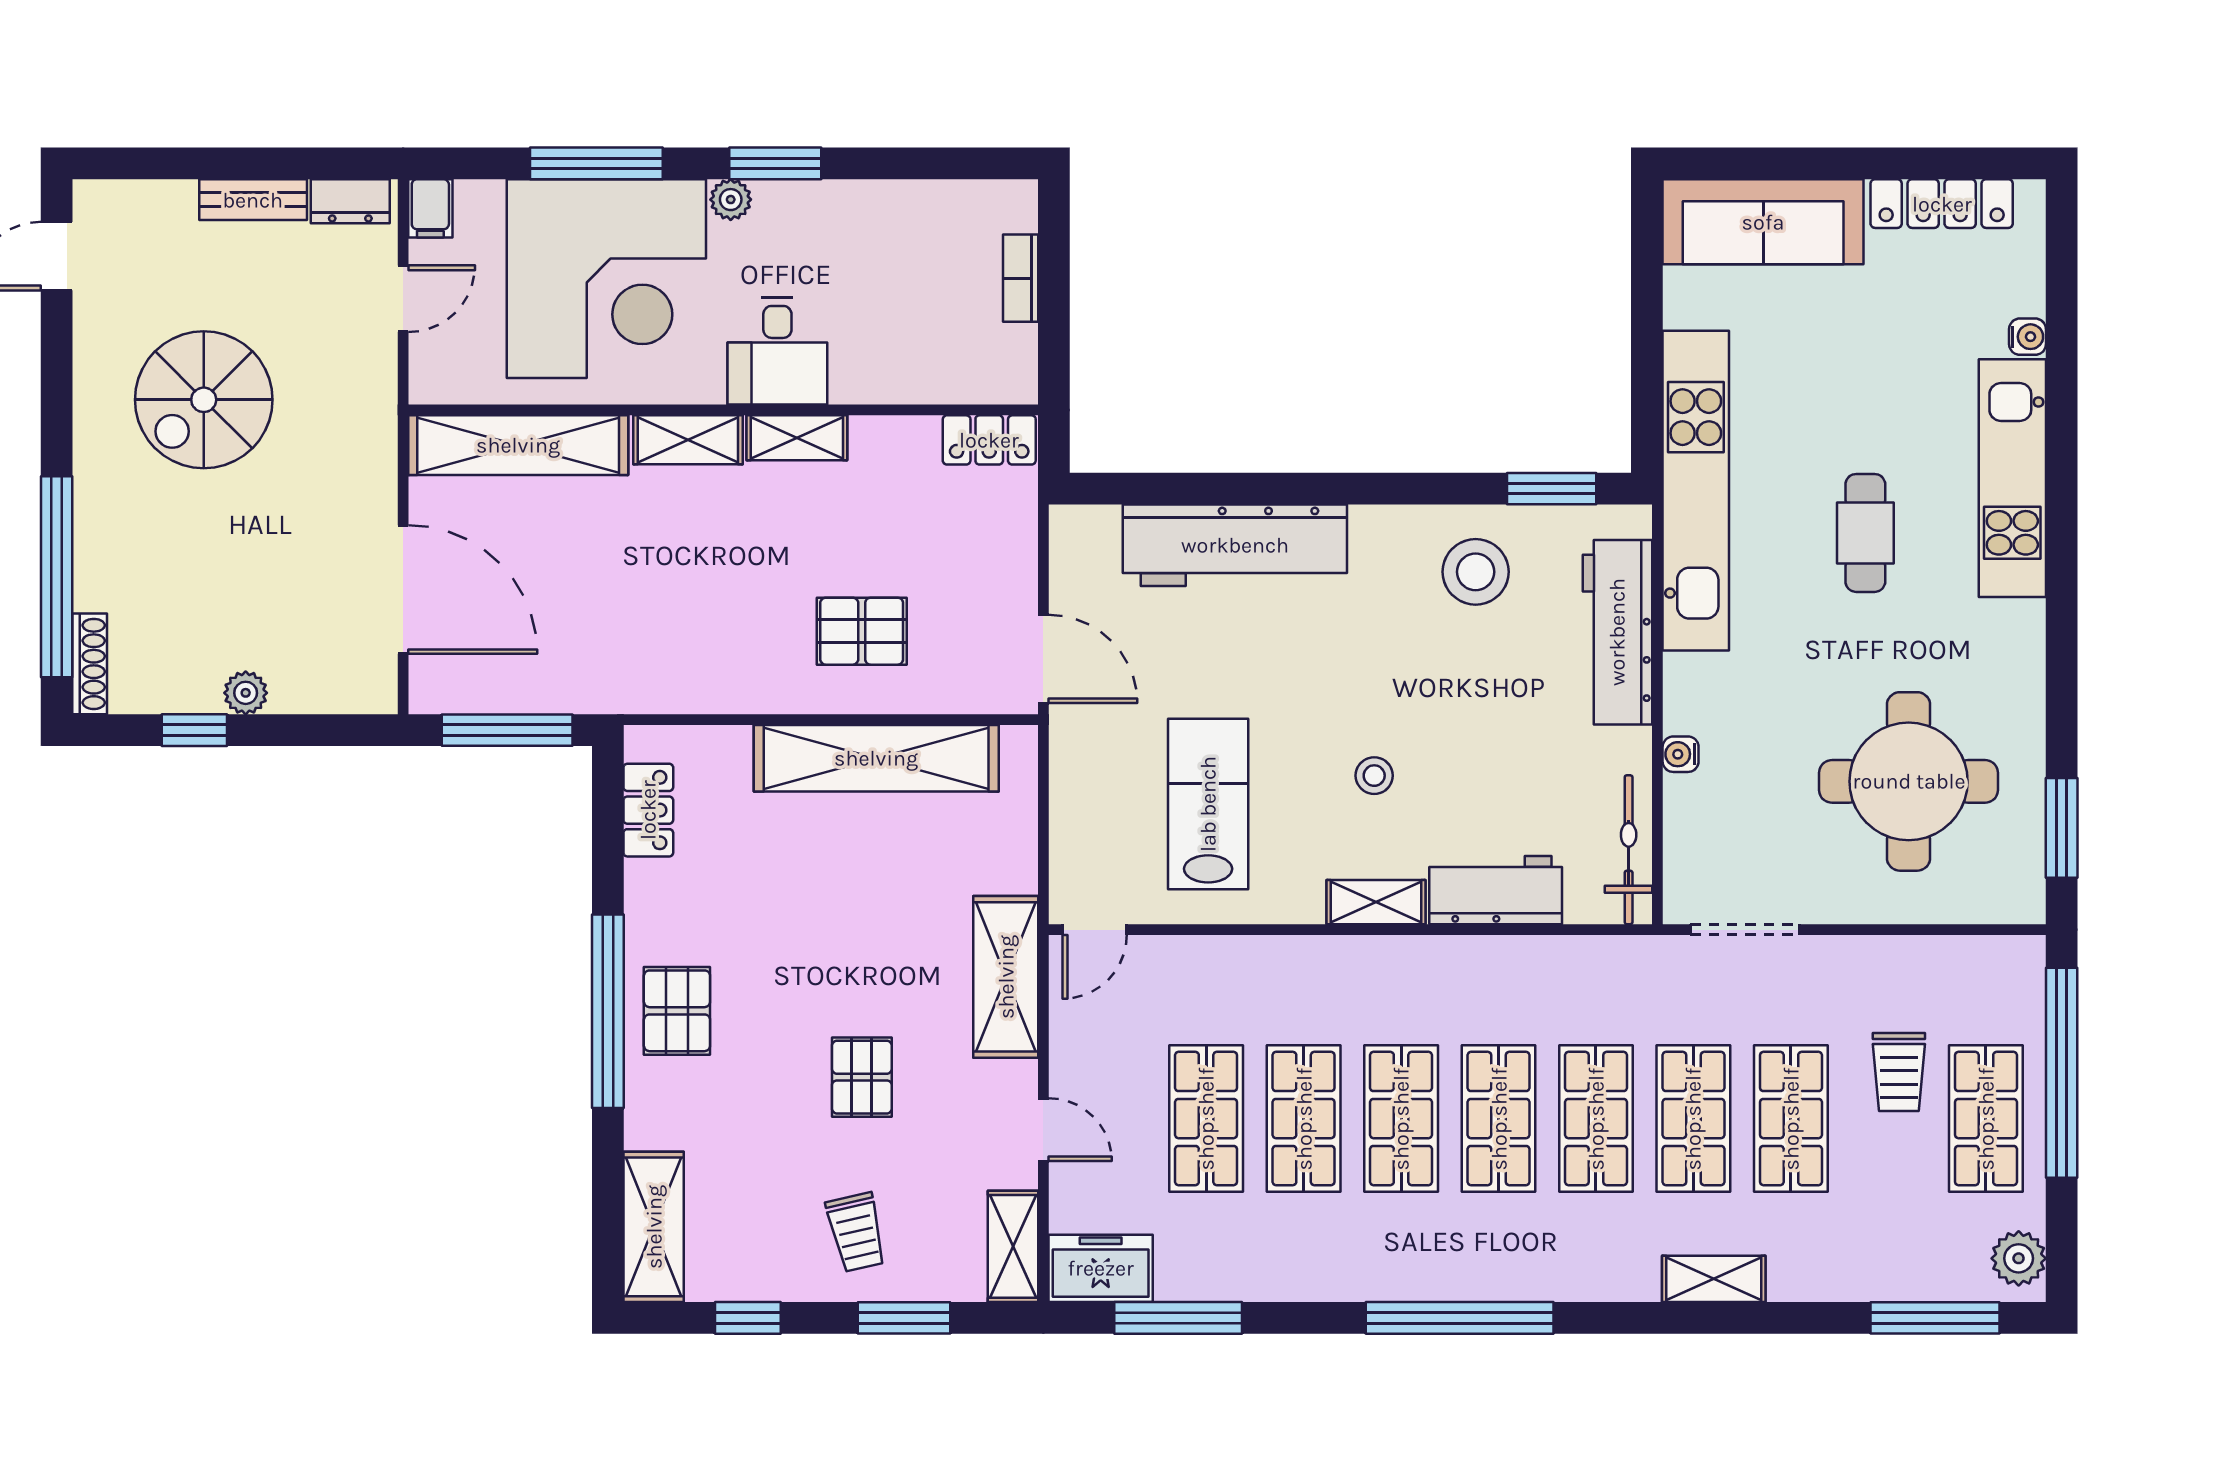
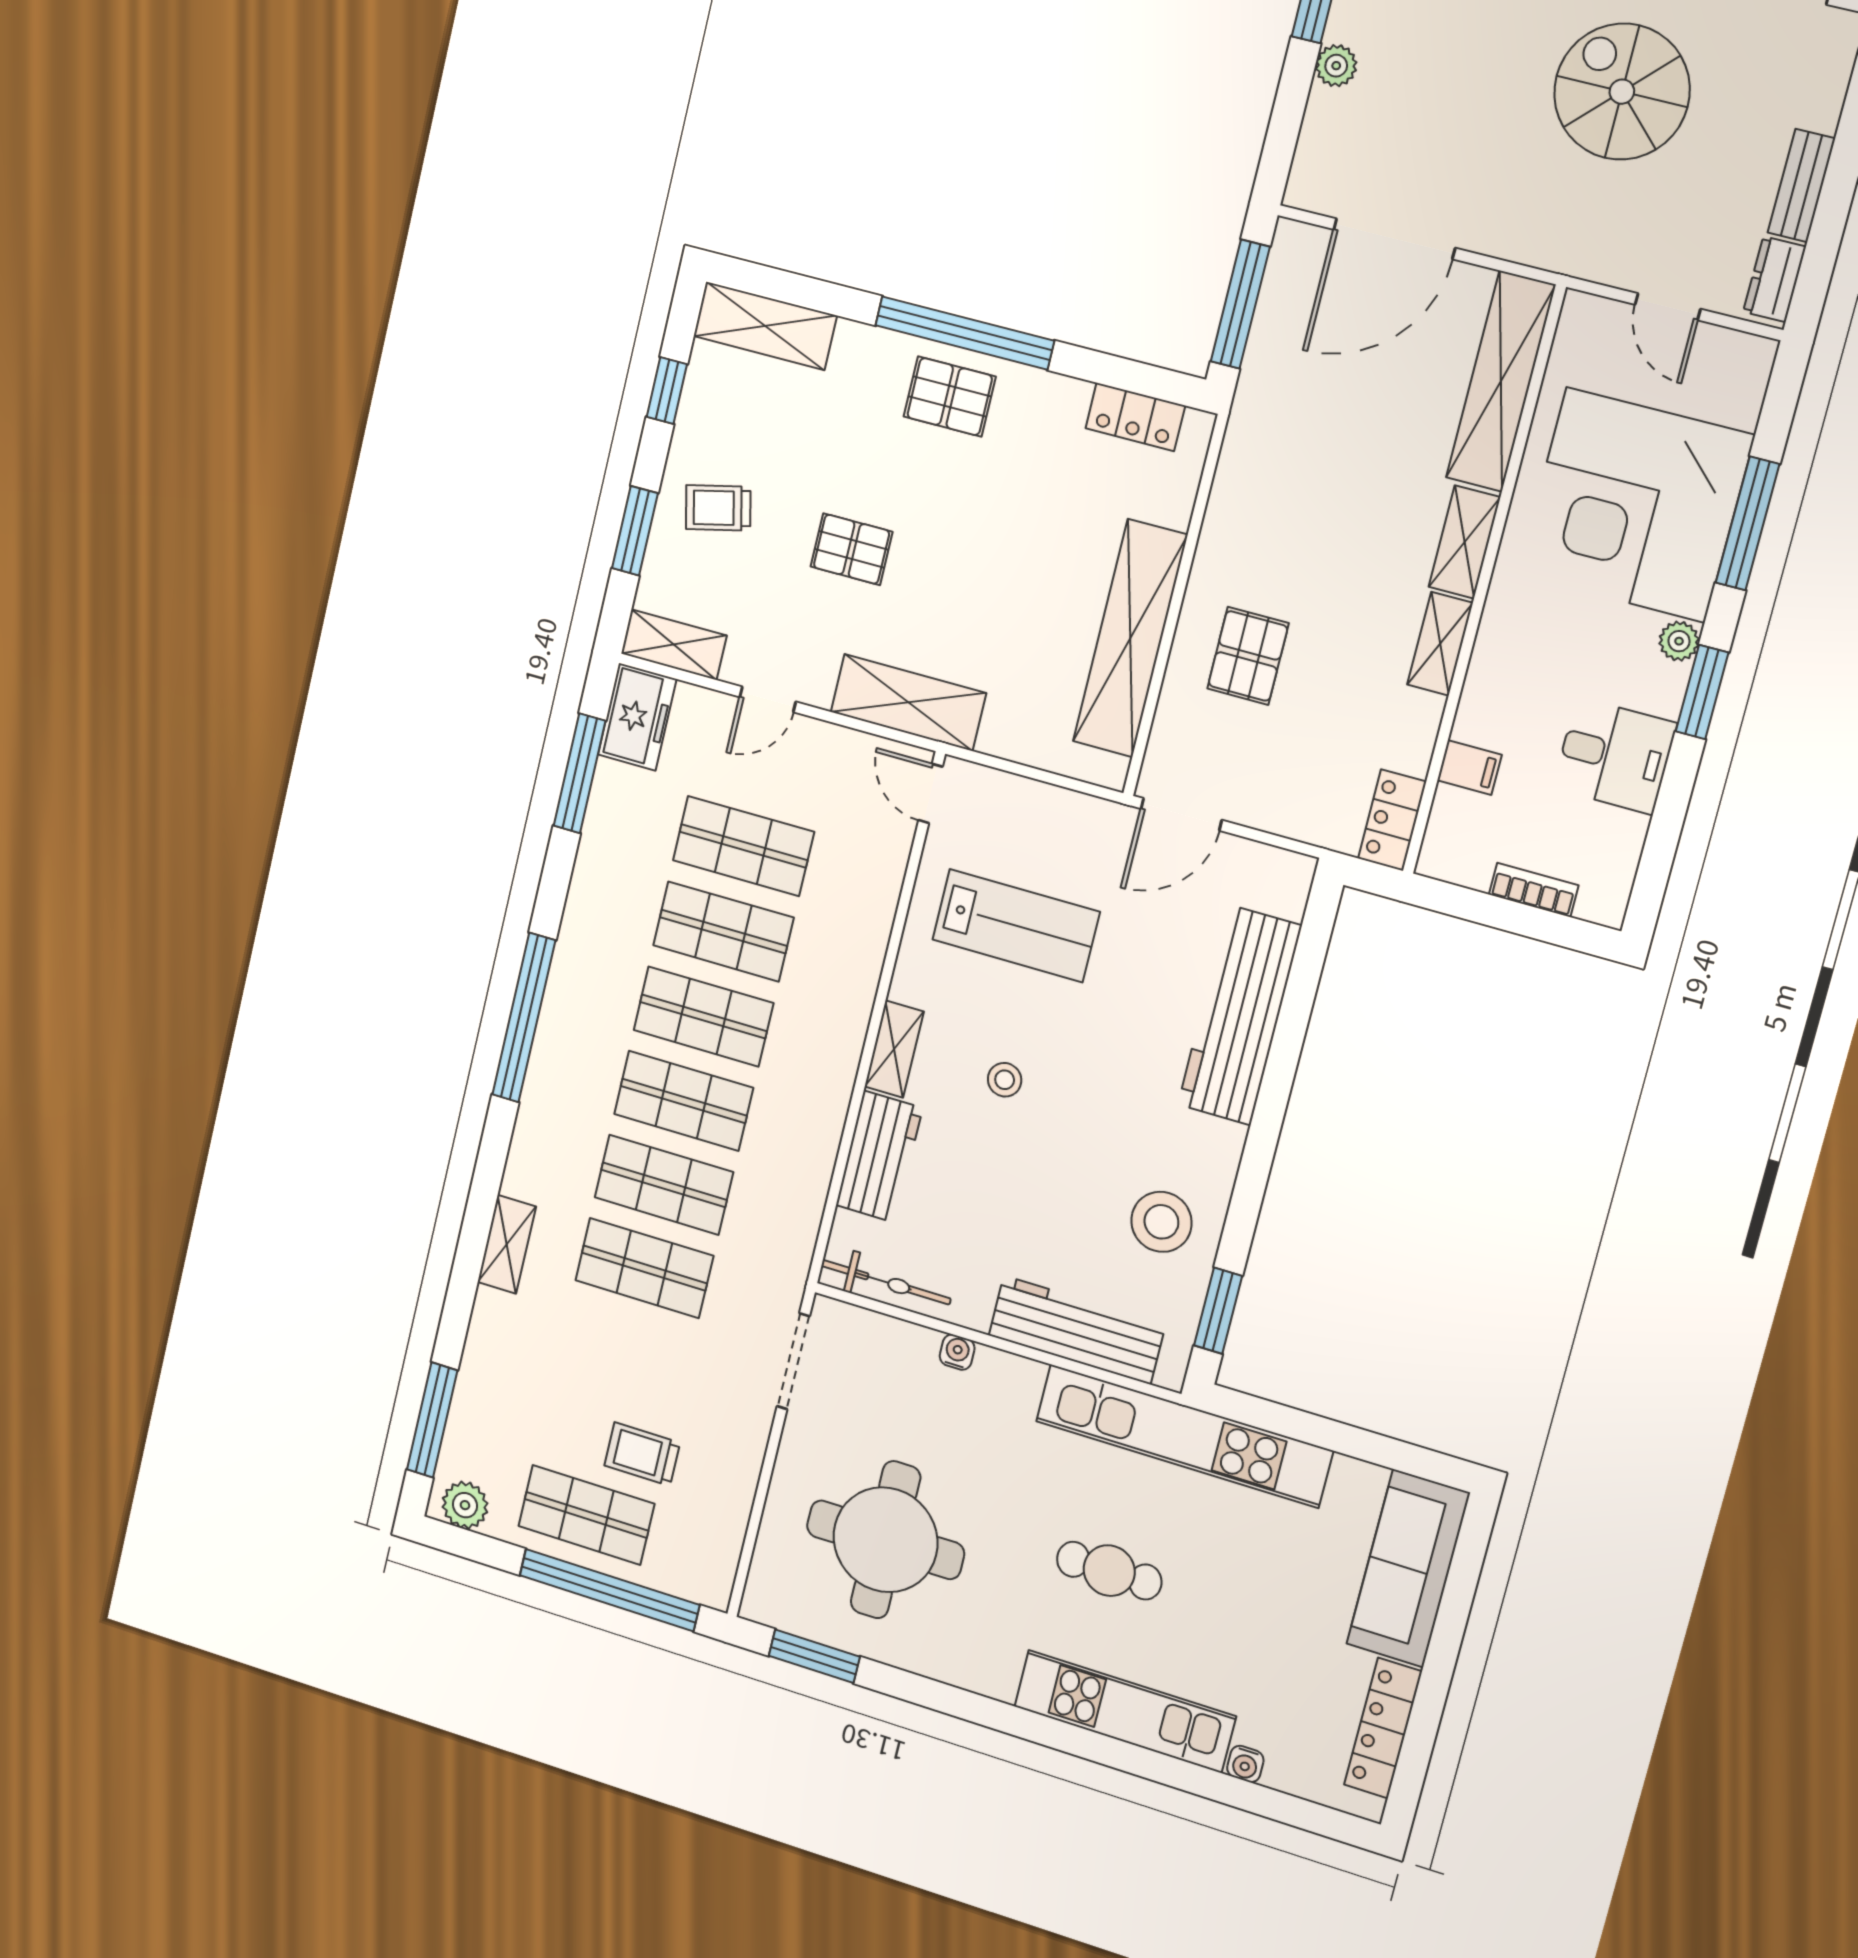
filing cabinet: (430, 208) -> (1469, 768), moved, turned 180
desk: (777, 351) -> (1615, 756), moved, turned 180
shop shelf: (1791, 1119) -> (625, 1351), removed

